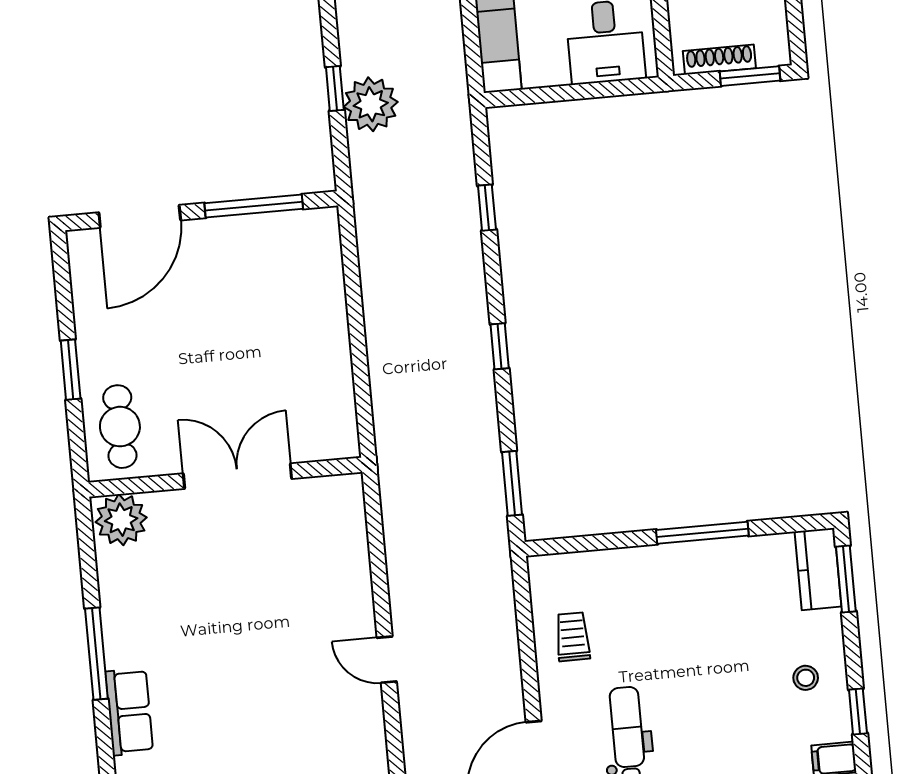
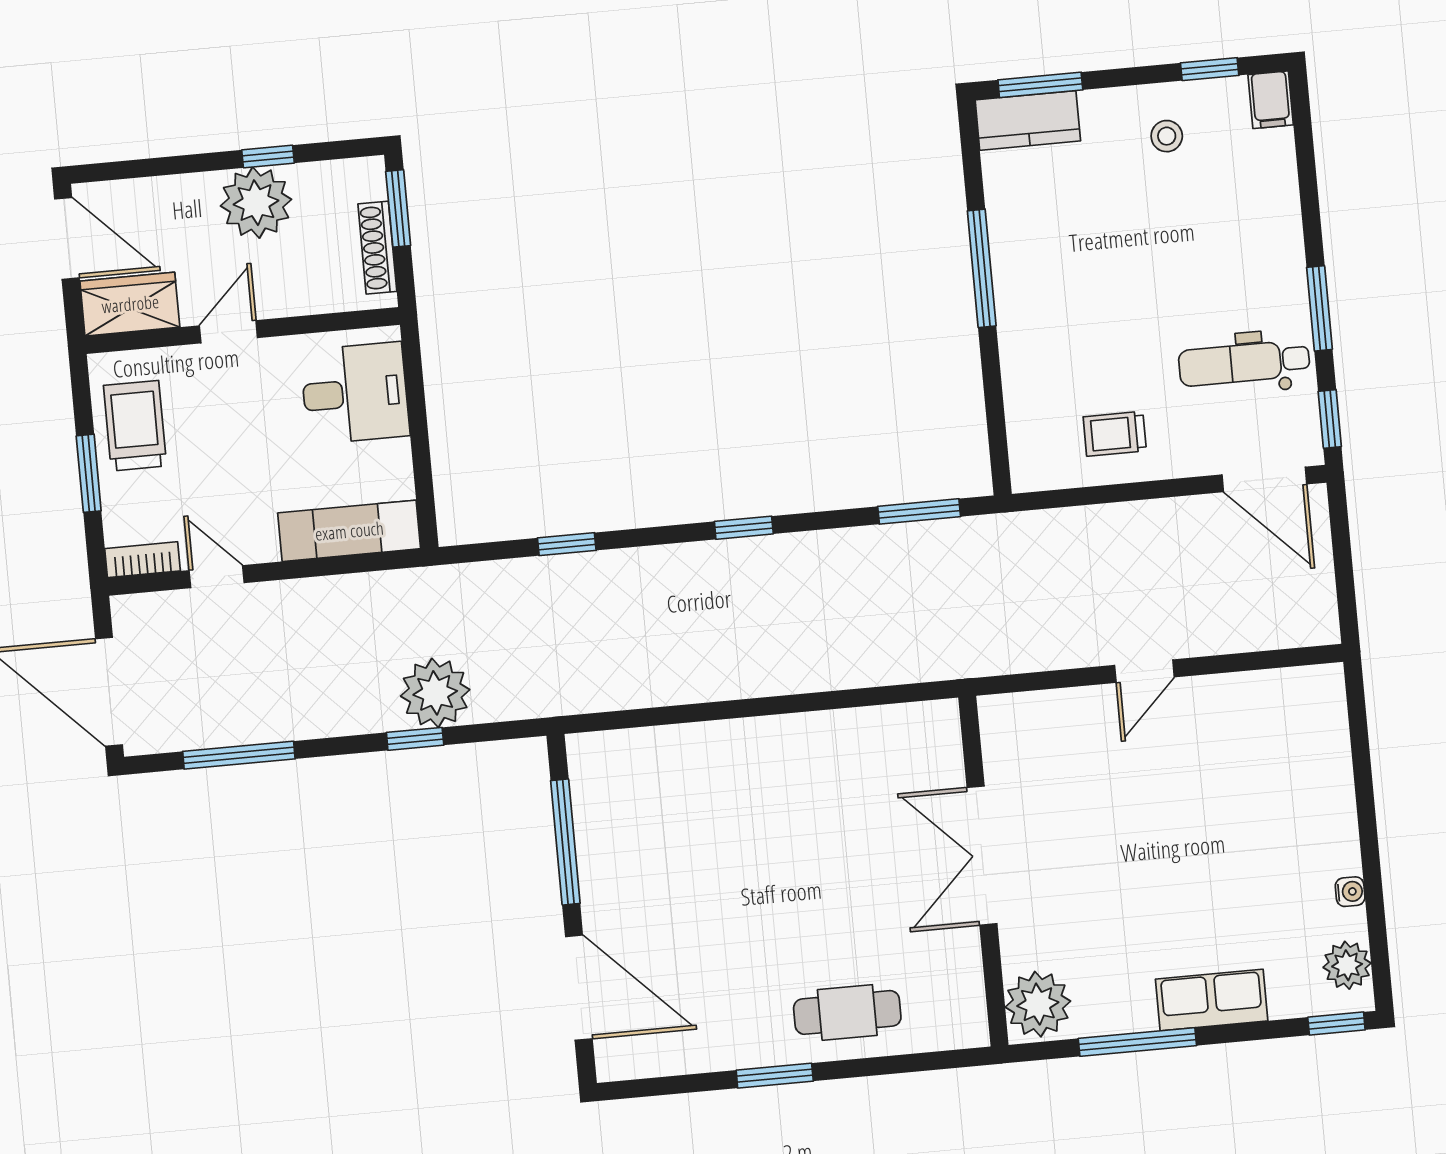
double door: (237, 476) -> (982, 856), moved
wall: (225, 477) -> (983, 871), moved
plant: (121, 520) -> (1038, 1004), moved

